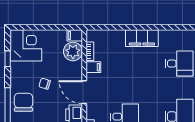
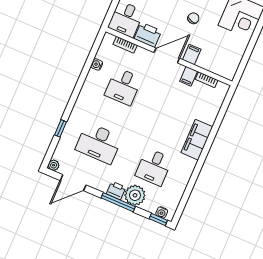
filing cabinet: (75, 35) -> (192, 55), moved
plant: (73, 52) -> (214, 62), removed

